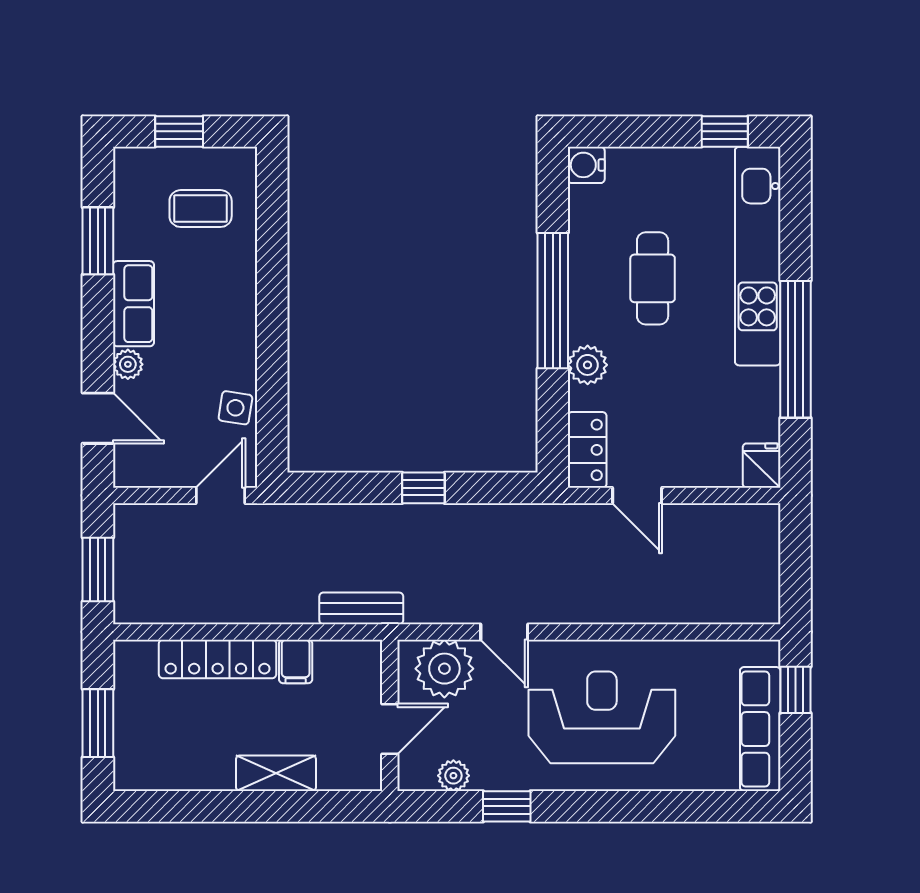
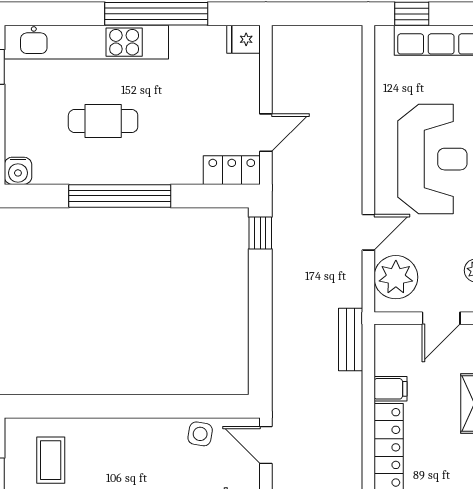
plant: (588, 365) -> (168, 170), removed
window: (423, 488) -> (260, 233), moved
reception desk: (602, 717) -> (432, 159), turned 180
door: (390, 729) -> (441, 318), swing flipped

